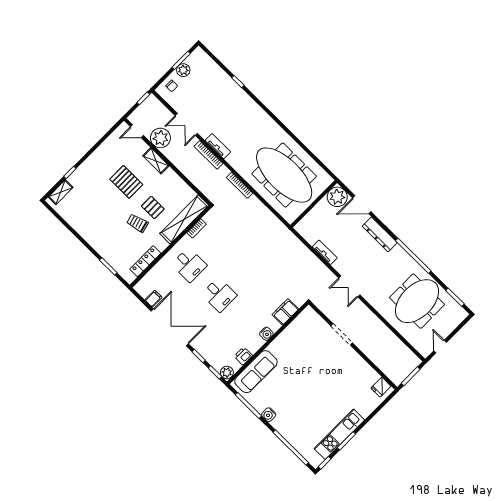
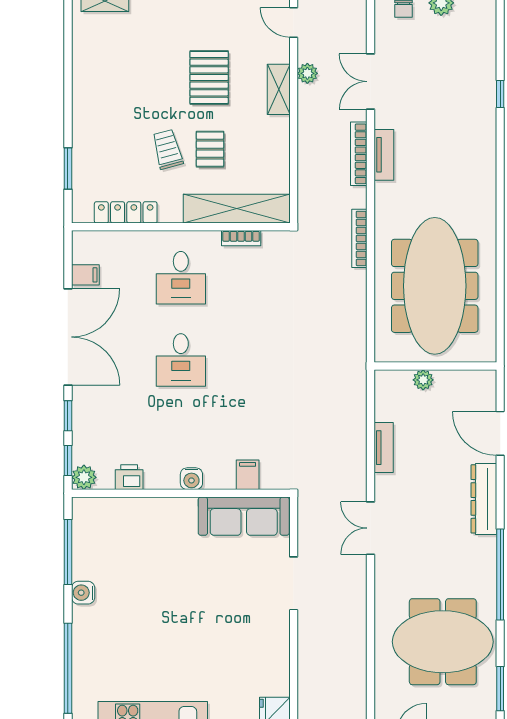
plant: (160, 138) -> (307, 73), width x0.53, depth x0.53
plant: (337, 197) -> (423, 380), moved, width x0.53, depth x0.53
filing cabinet: (285, 312) -> (248, 475), width x0.50
sofa: (256, 372) -> (244, 516), moved

